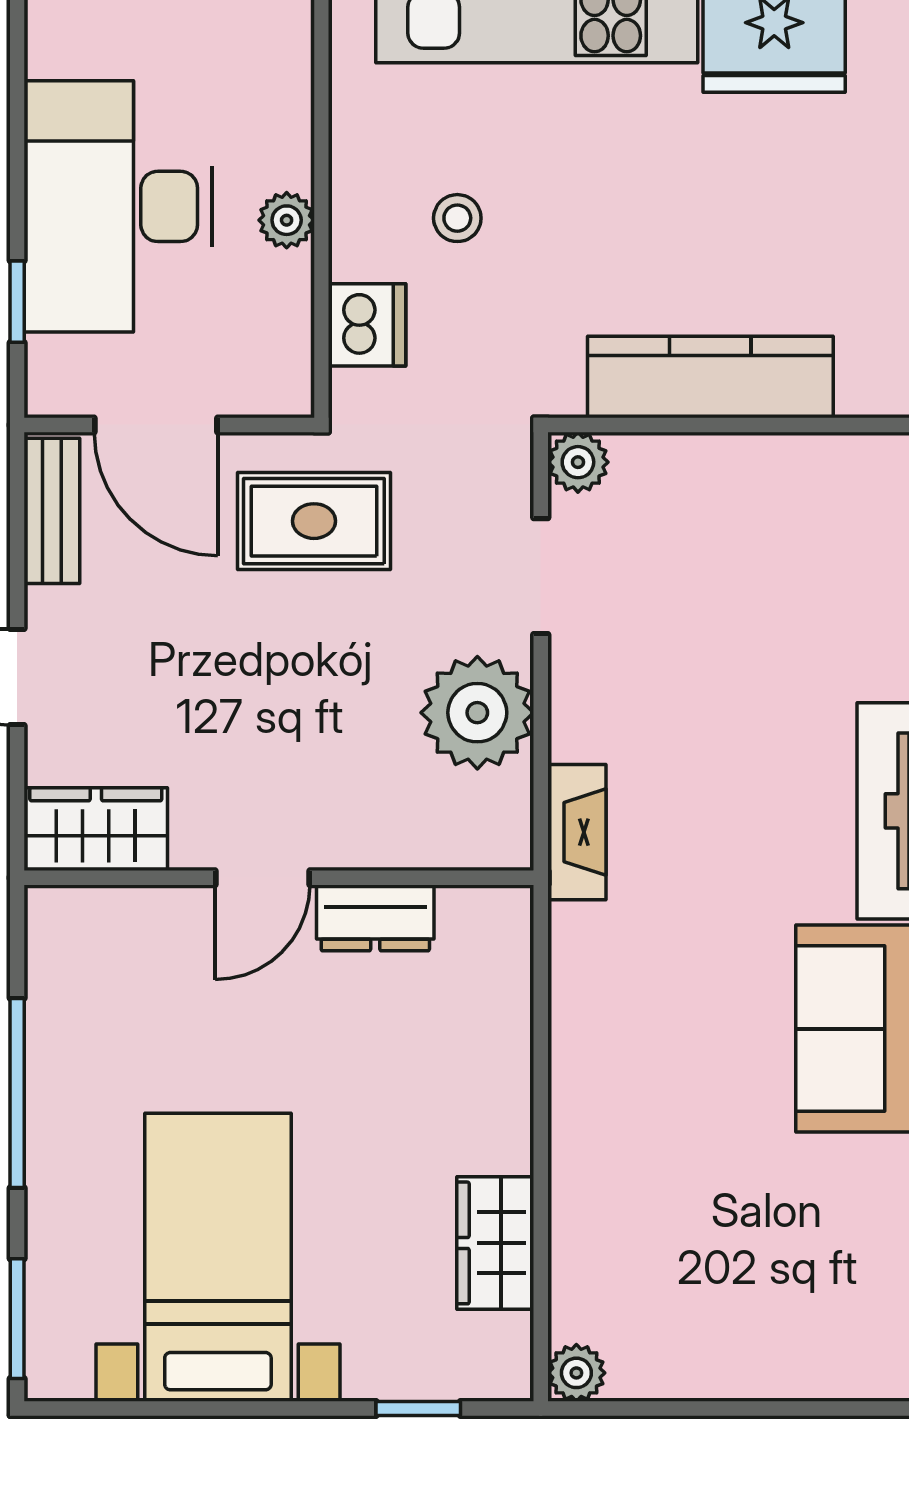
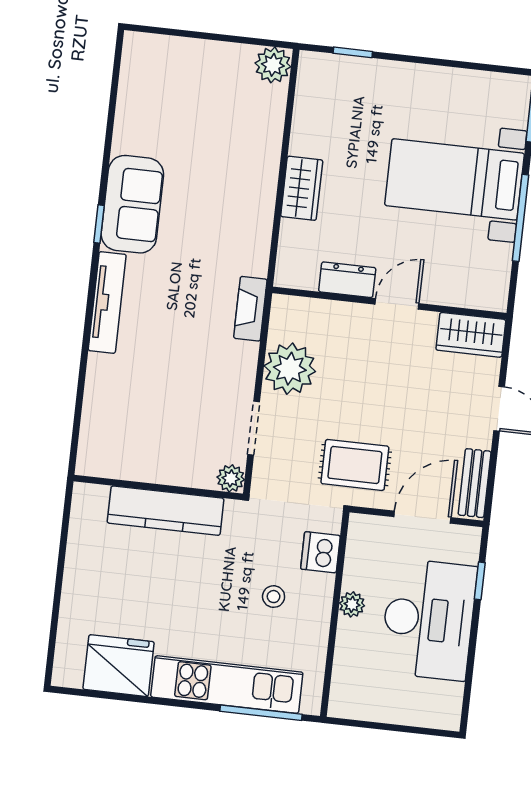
door: (156, 425) -> (422, 517), hinge flipped
wardrobe: (495, 1243) -> (302, 188), moved
bed with nightstands: (218, 1257) -> (455, 179), moved, turned 90
plant: (576, 1373) -> (273, 65), width x1.38, depth x1.38

